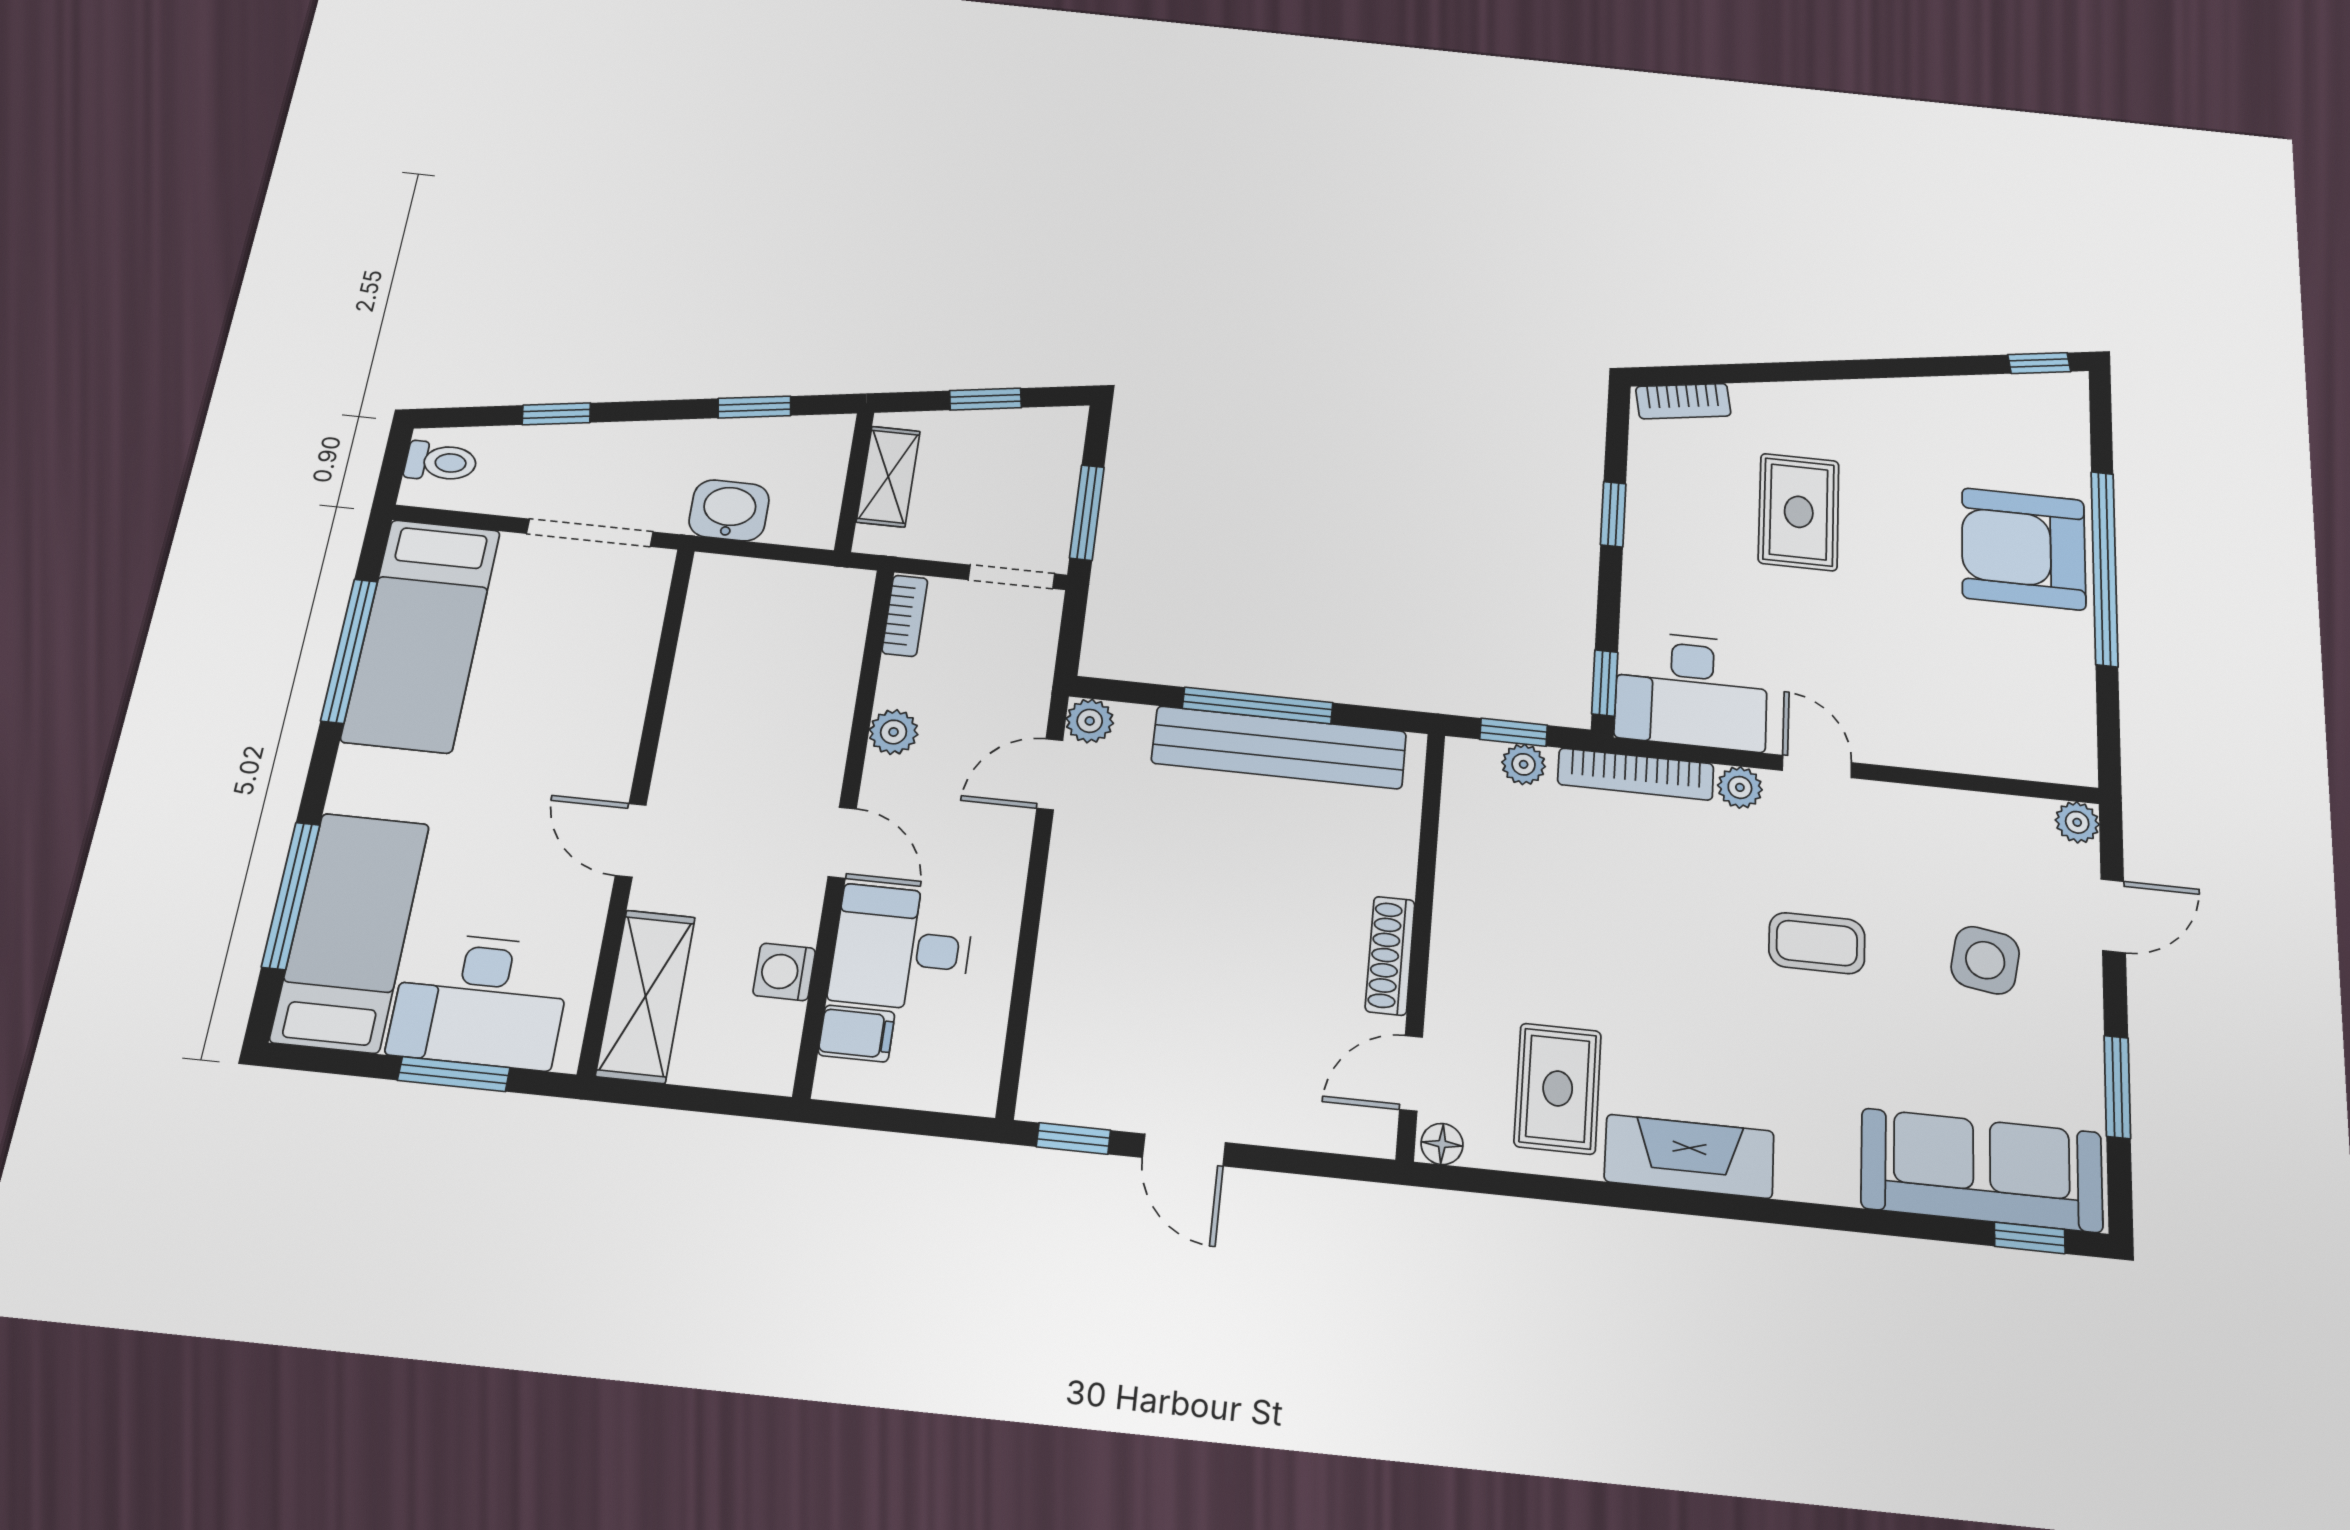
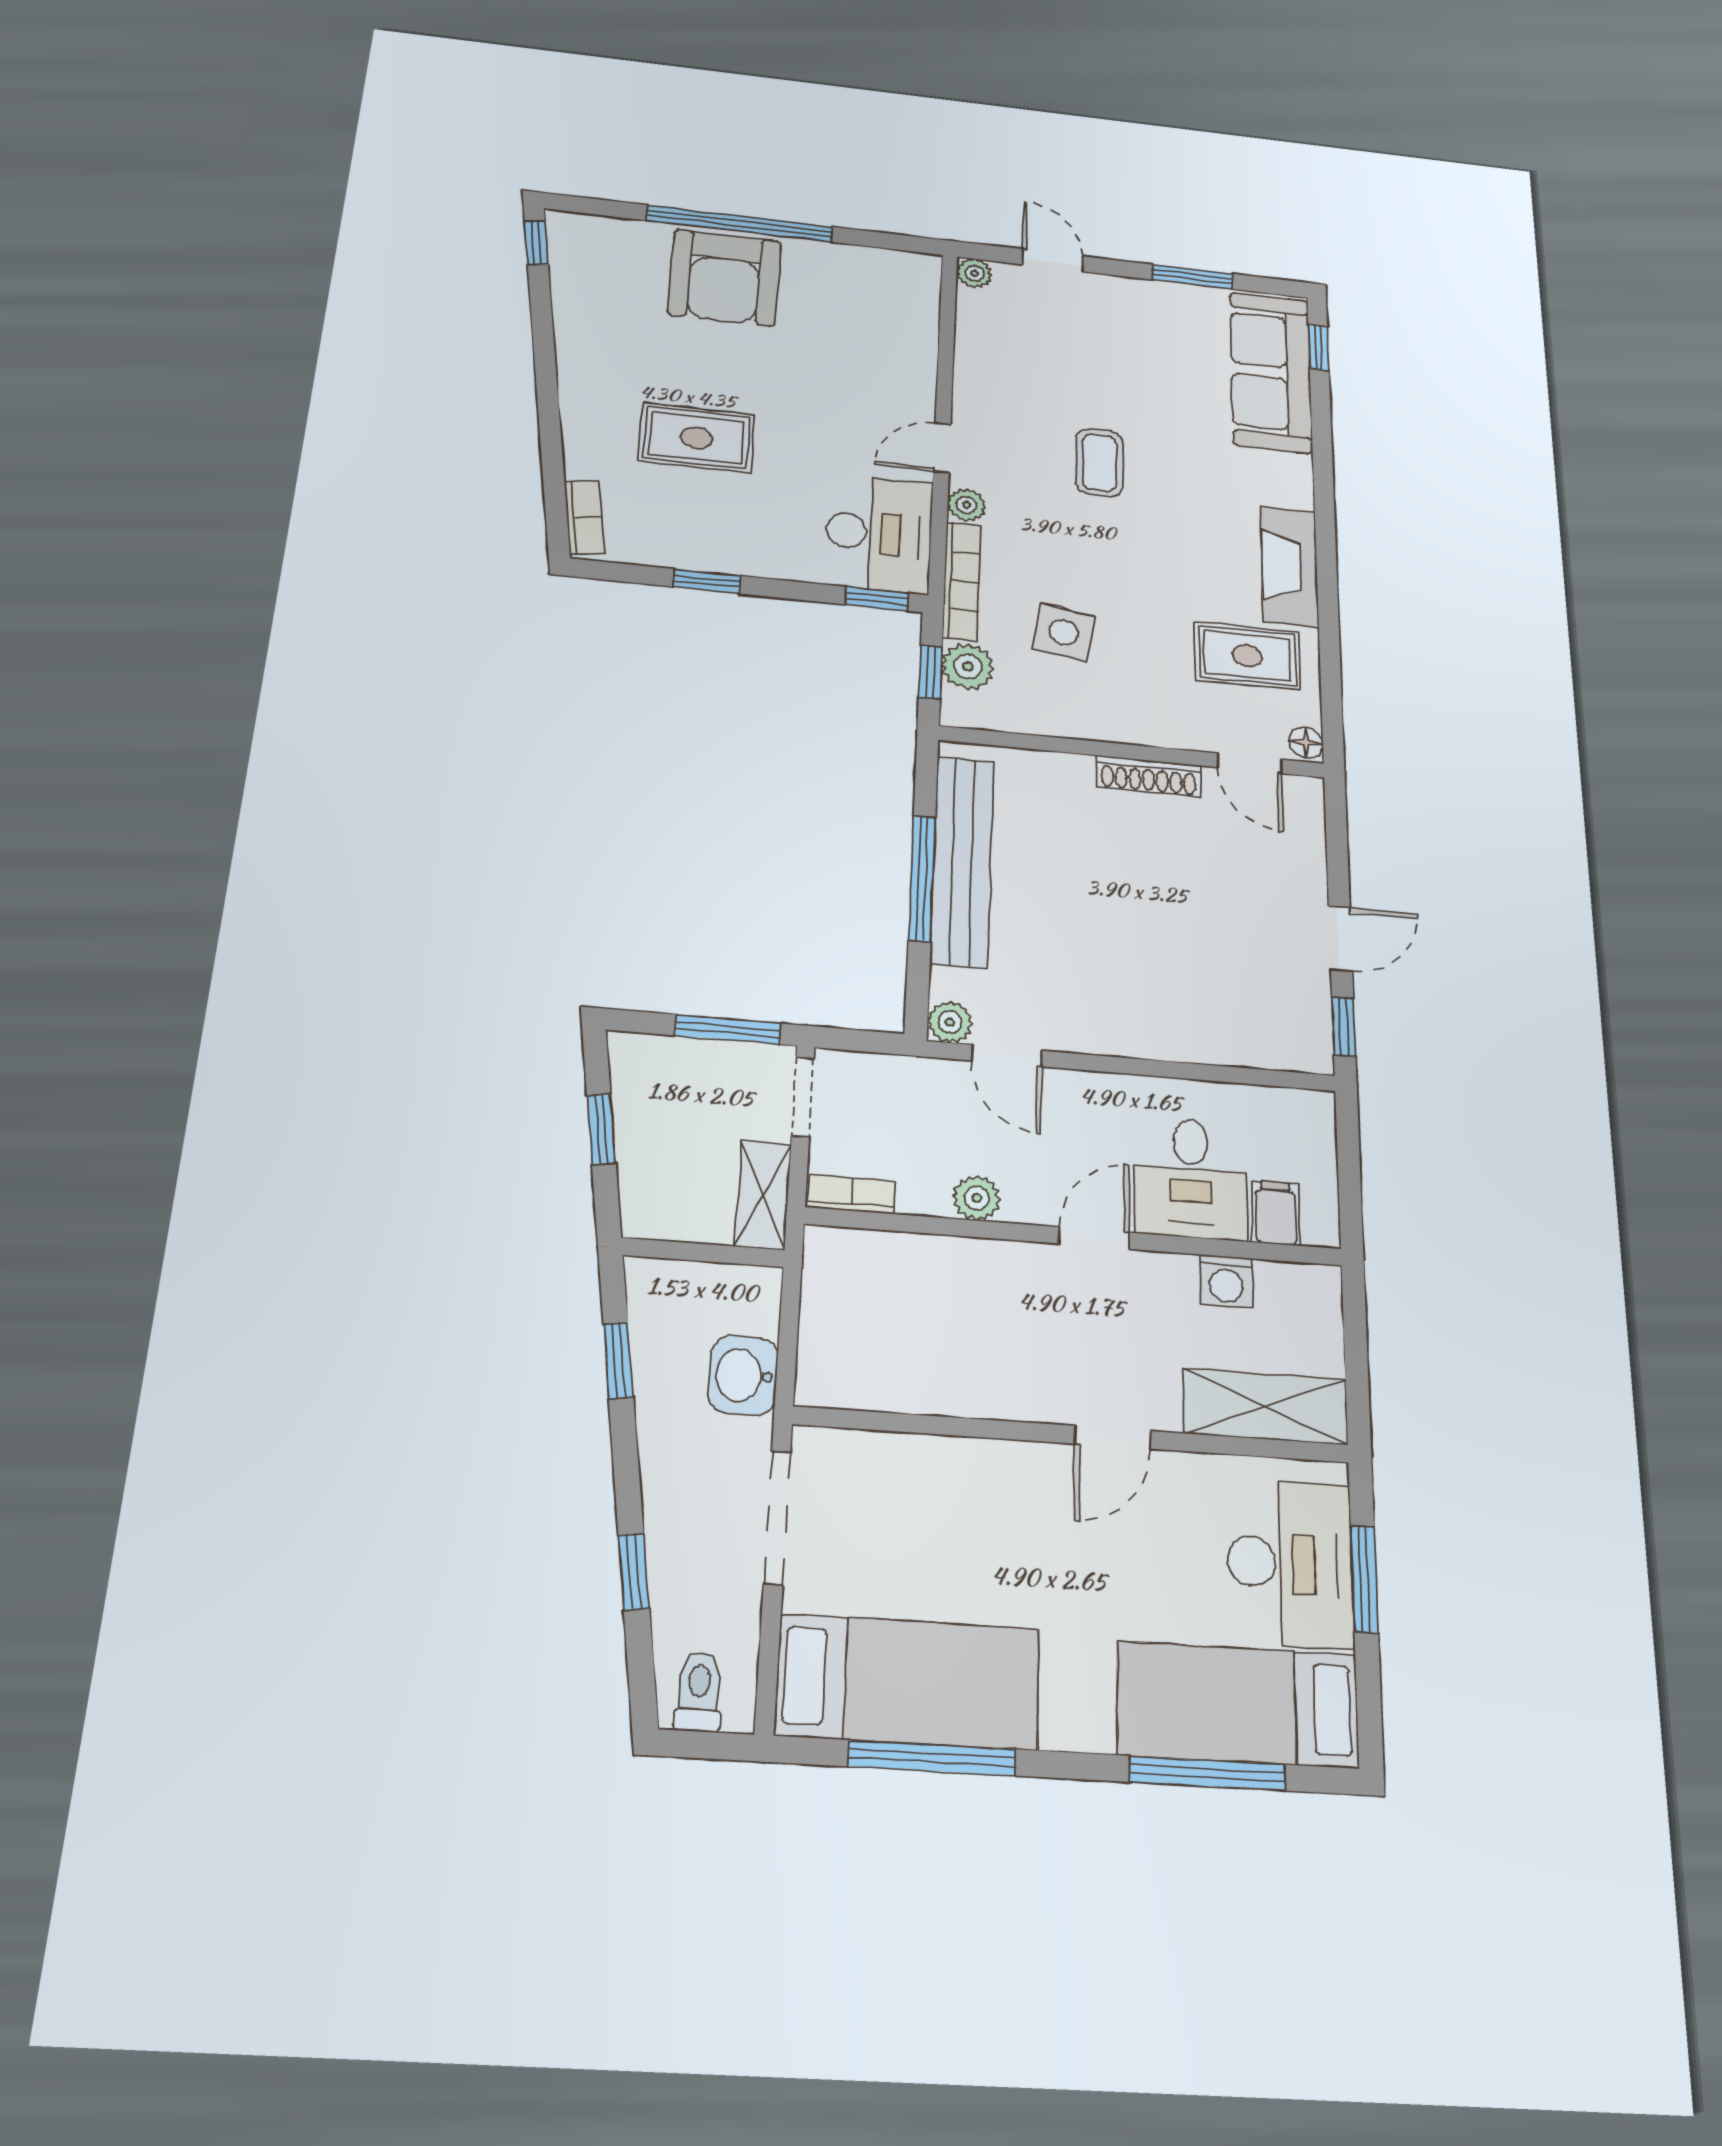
shelving: (888, 477) -> (763, 1195), moved, turned 90
plant: (1524, 764) -> (968, 667), width x1.38, depth x1.38
side table: (1985, 960) -> (1064, 632), moved

